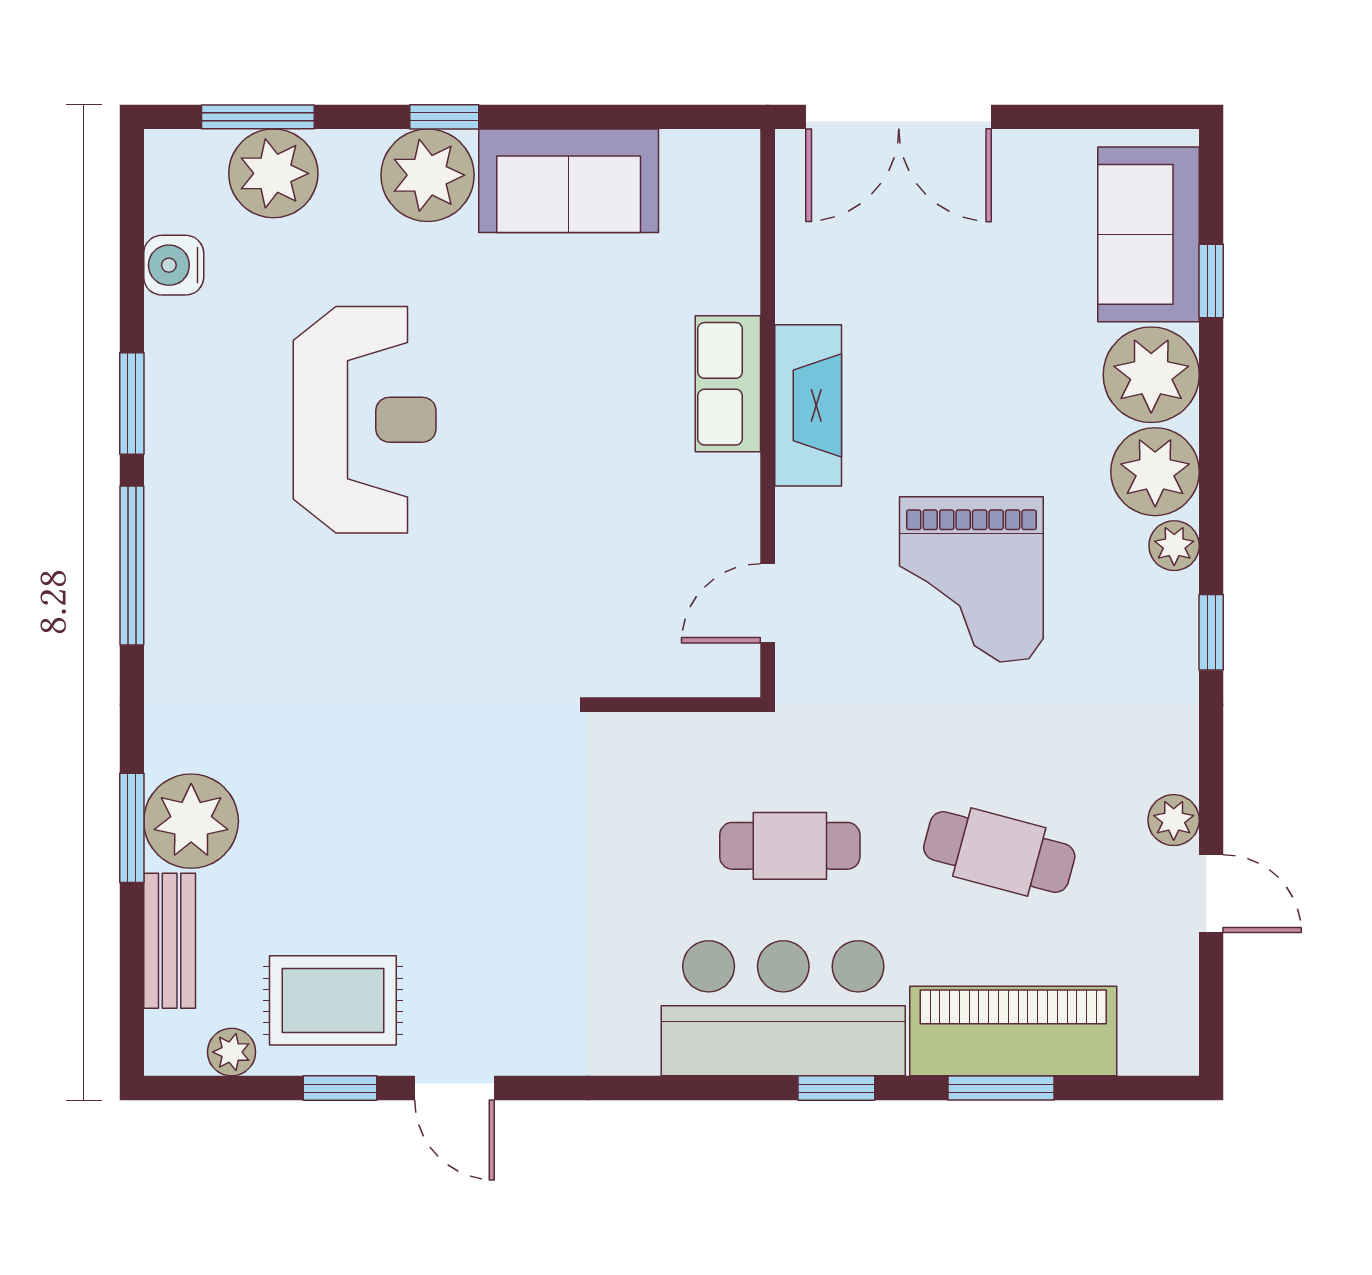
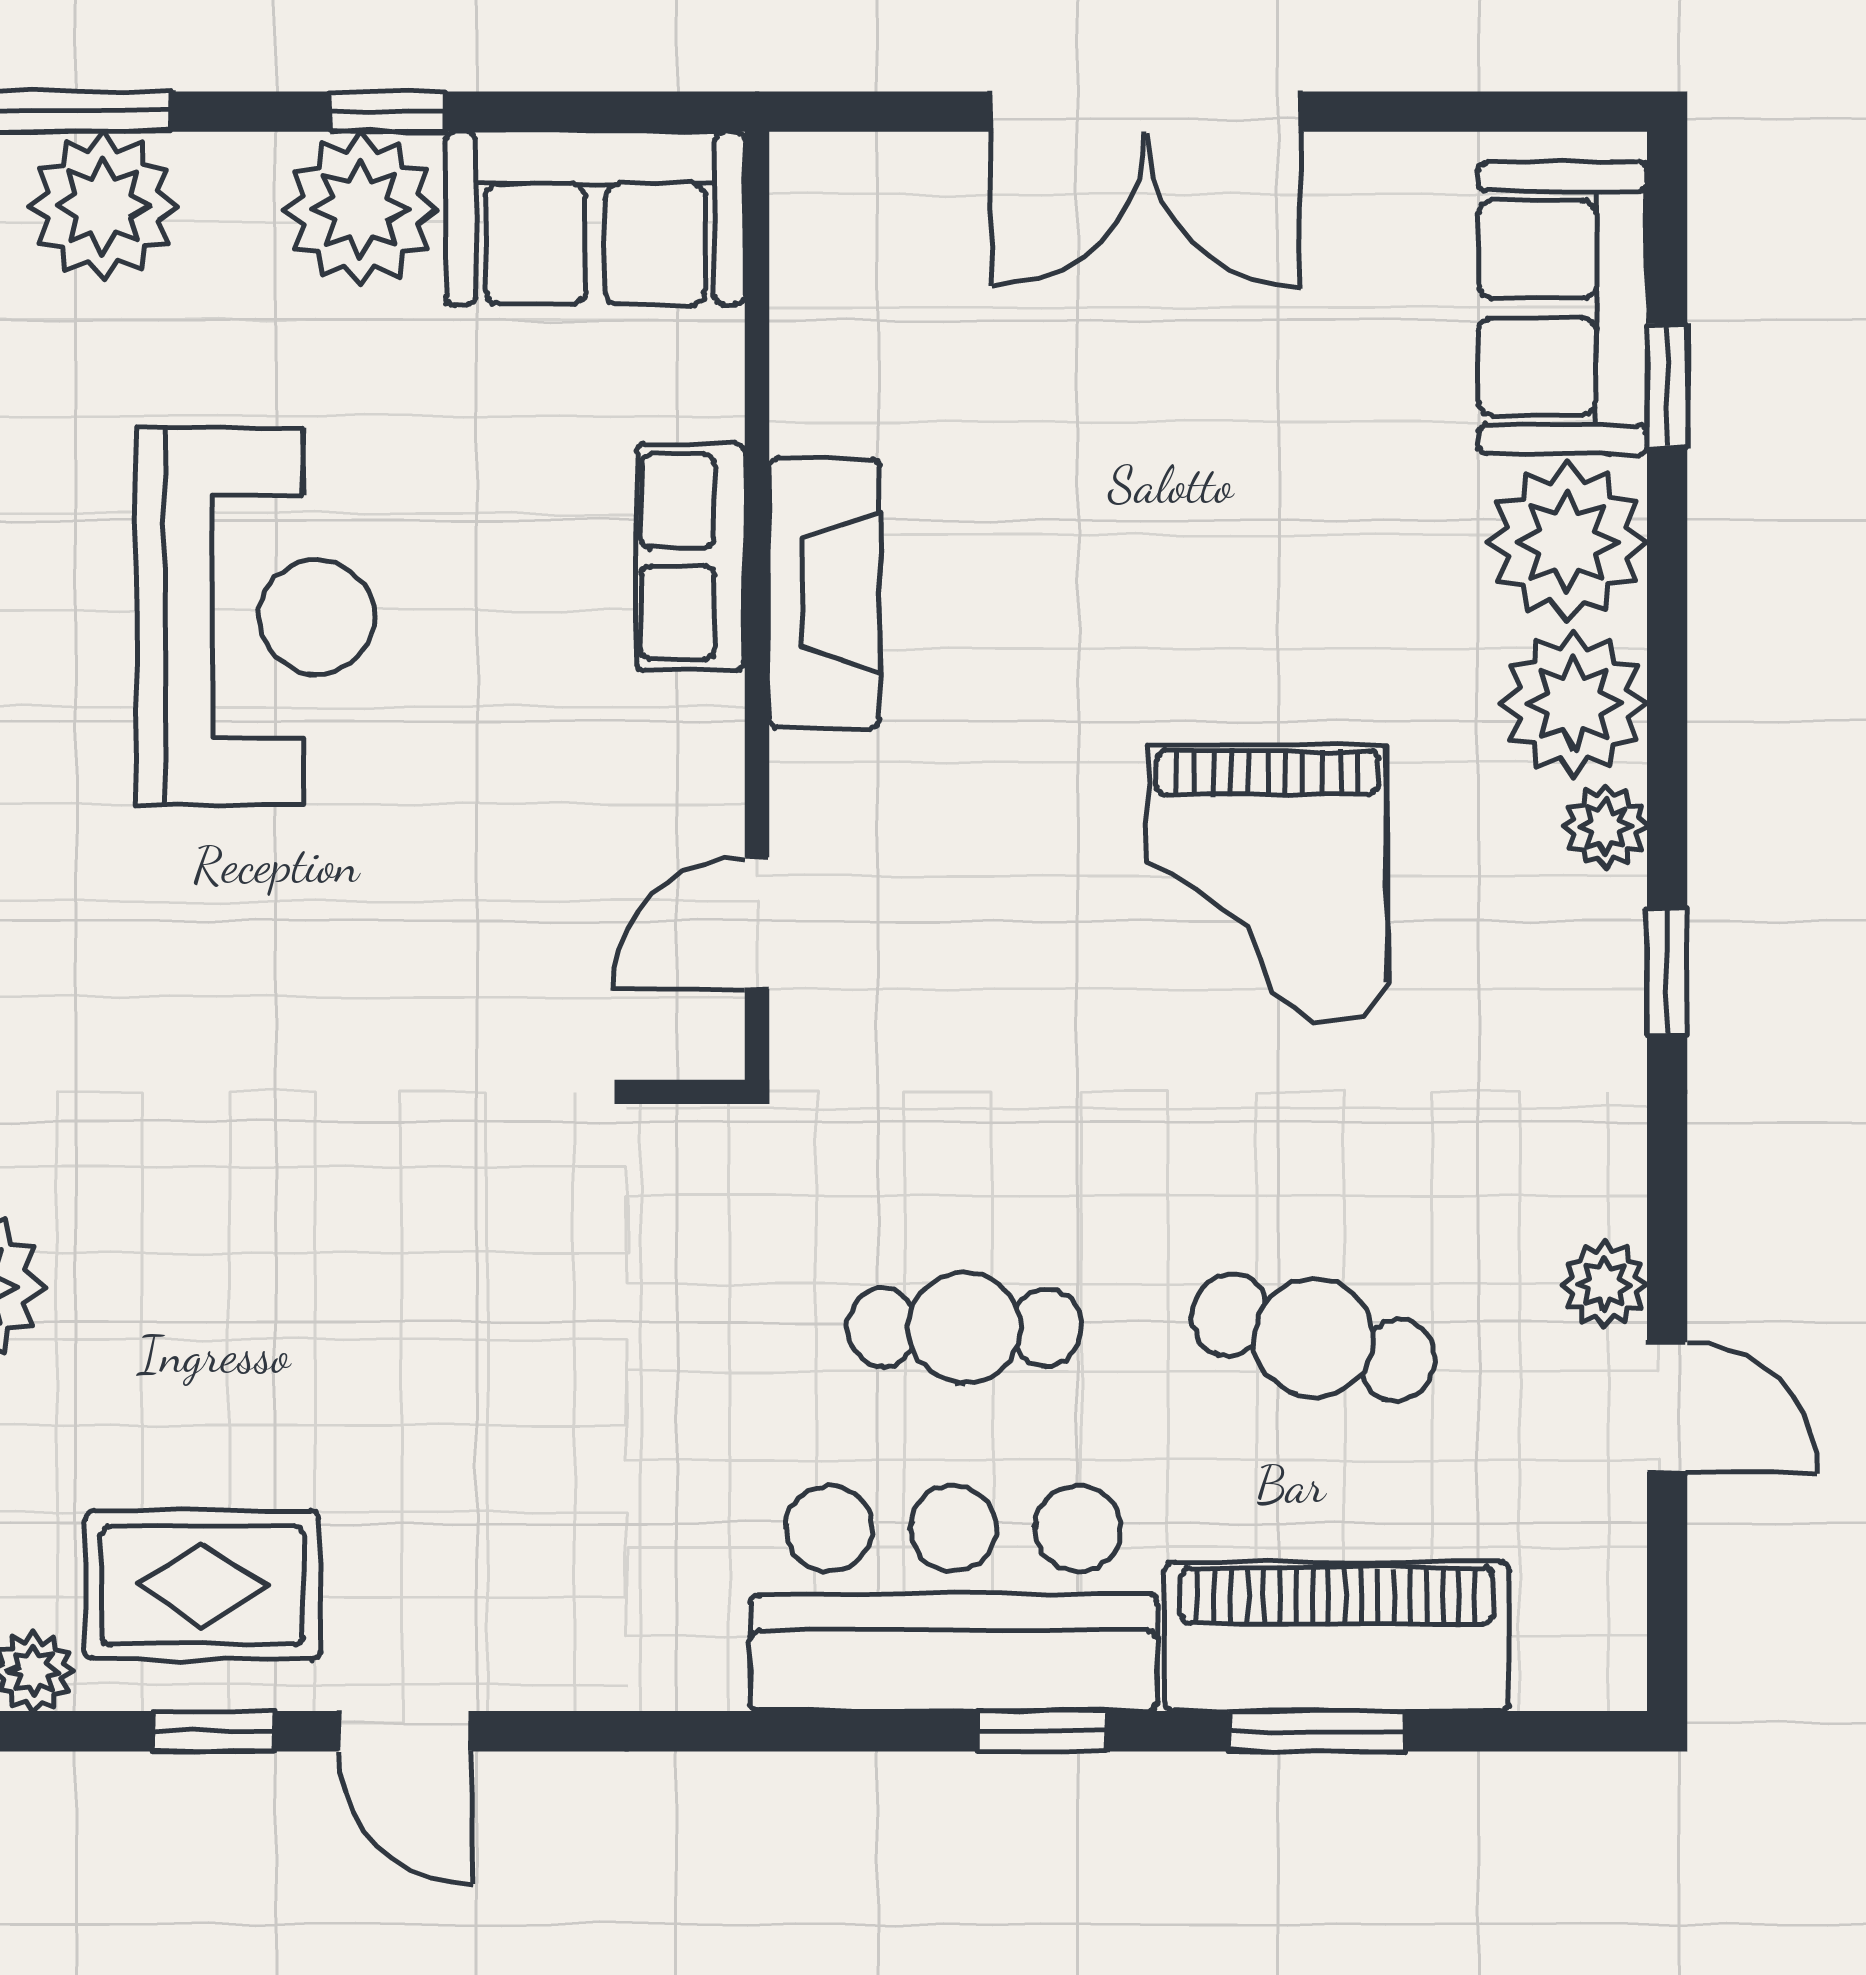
row of seats: (728, 384) -> (691, 557), moved
fireplace: (808, 405) -> (824, 593), moved
wall: (768, 413) -> (757, 606), moved
door: (768, 603) -> (757, 923), moved

